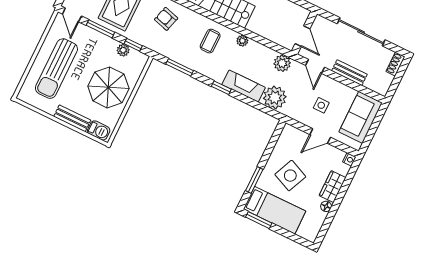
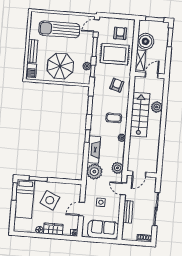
door: (315, 66) -> (123, 189), hinge flipped
door: (320, 136) -> (82, 209), hinge flipped

